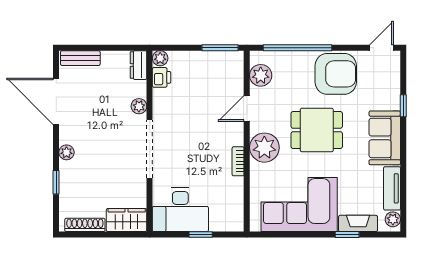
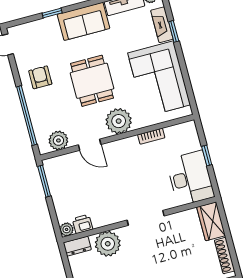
armchair: (336, 74) -> (40, 77), width x0.53, depth x0.53
plant: (139, 106) -> (108, 244), width x1.87, depth x1.87
doorway: (150, 149) -> (146, 218), width x0.73
bookcase: (238, 161) -> (151, 136), moved

